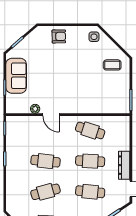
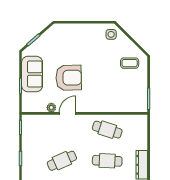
armchair: (59, 36) -> (69, 78), moved, width x1.88, depth x1.88
door: (51, 115) -> (67, 113), swing flipped
cafe table: (46, 161) -> (62, 161), turned -30

